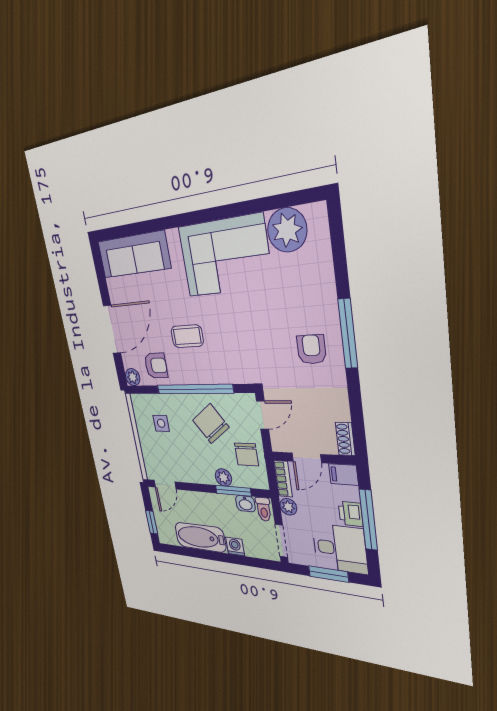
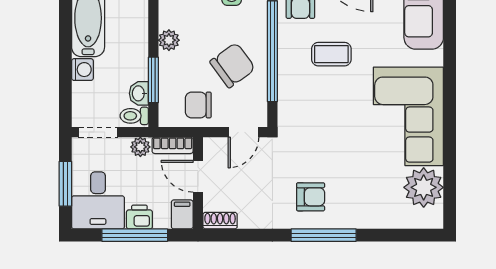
coffee table: (187, 336) -> (331, 54), turned 90
door: (263, 415) -> (243, 132), hinge flipped
plant: (223, 477) -> (169, 40), moved

